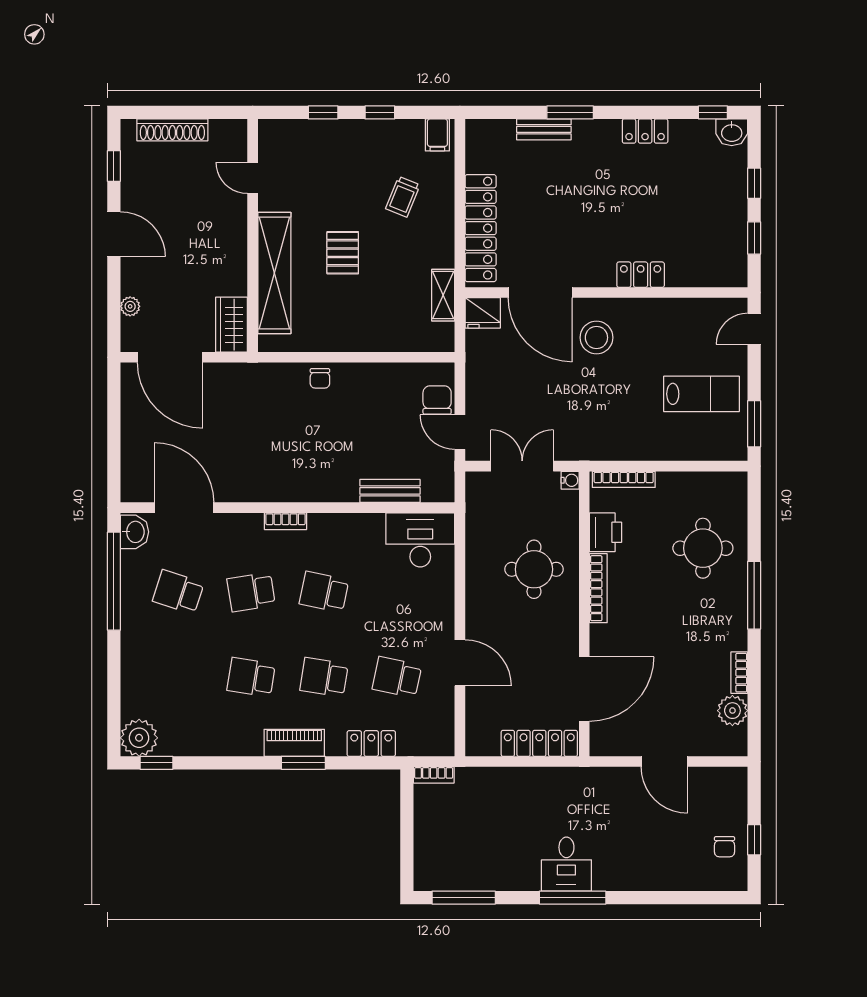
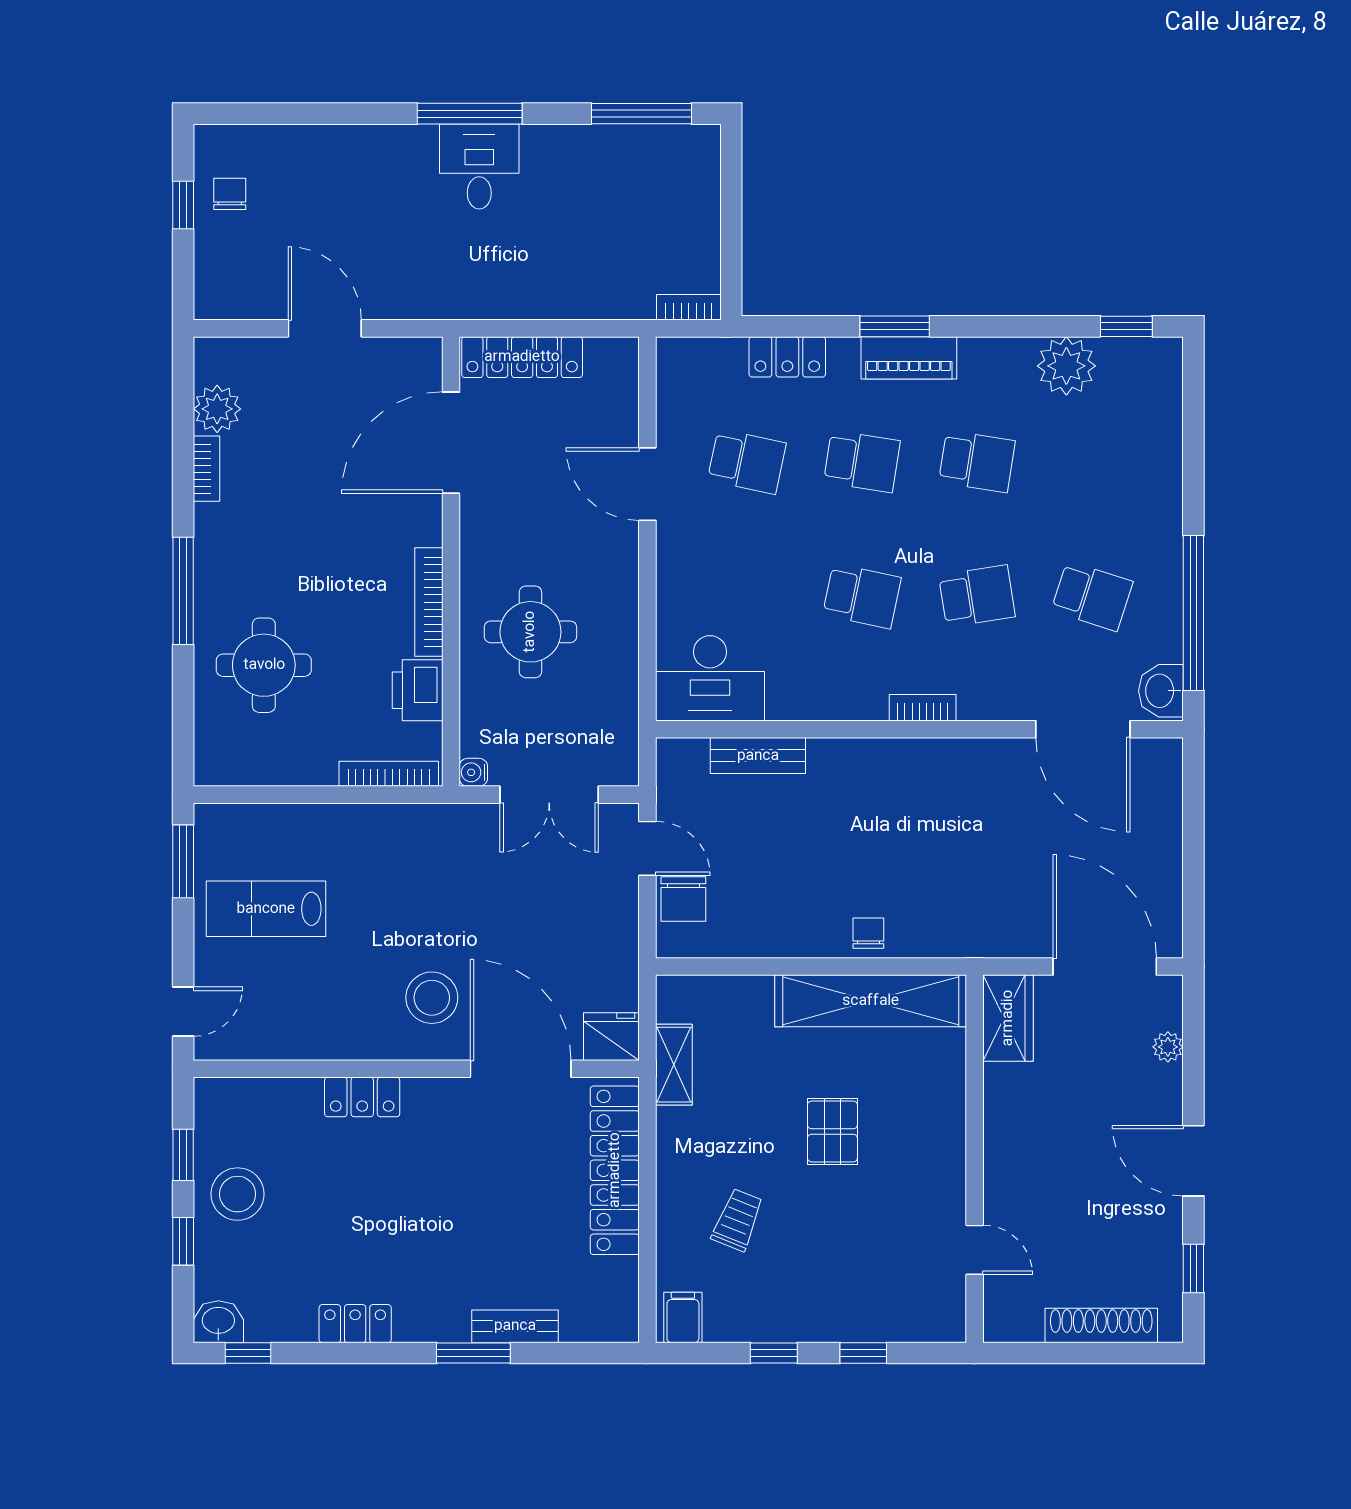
stool: (720, 213) -> (238, 1194), added
shelving: (274, 273) -> (871, 1001), moved, turned 90
plant: (139, 738) -> (1066, 366), moved

